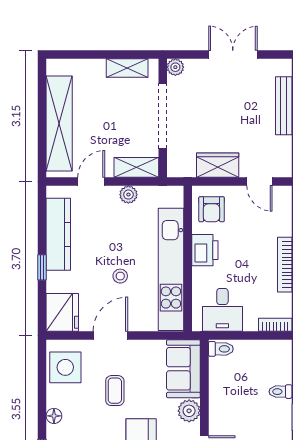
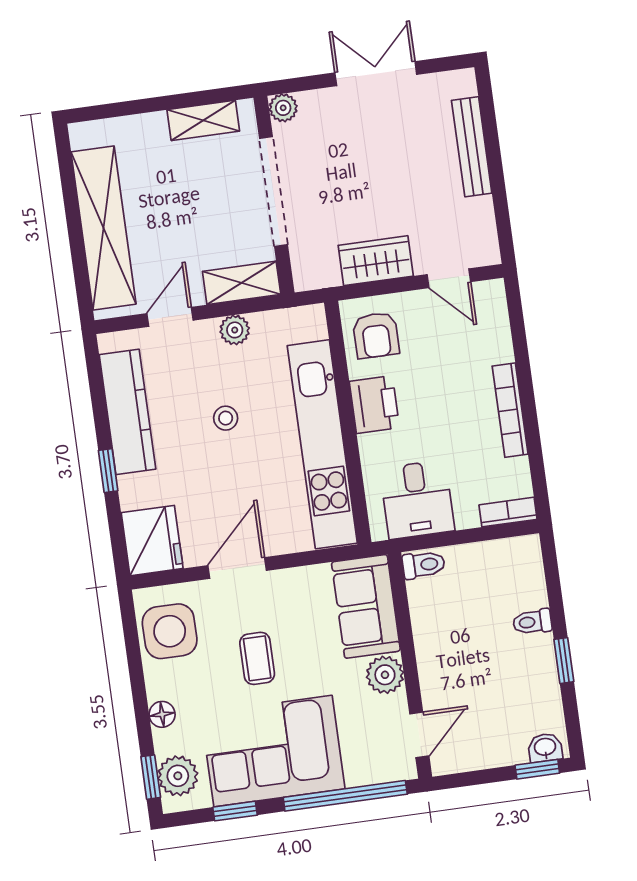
stool: (120, 276) -> (226, 418), moved

